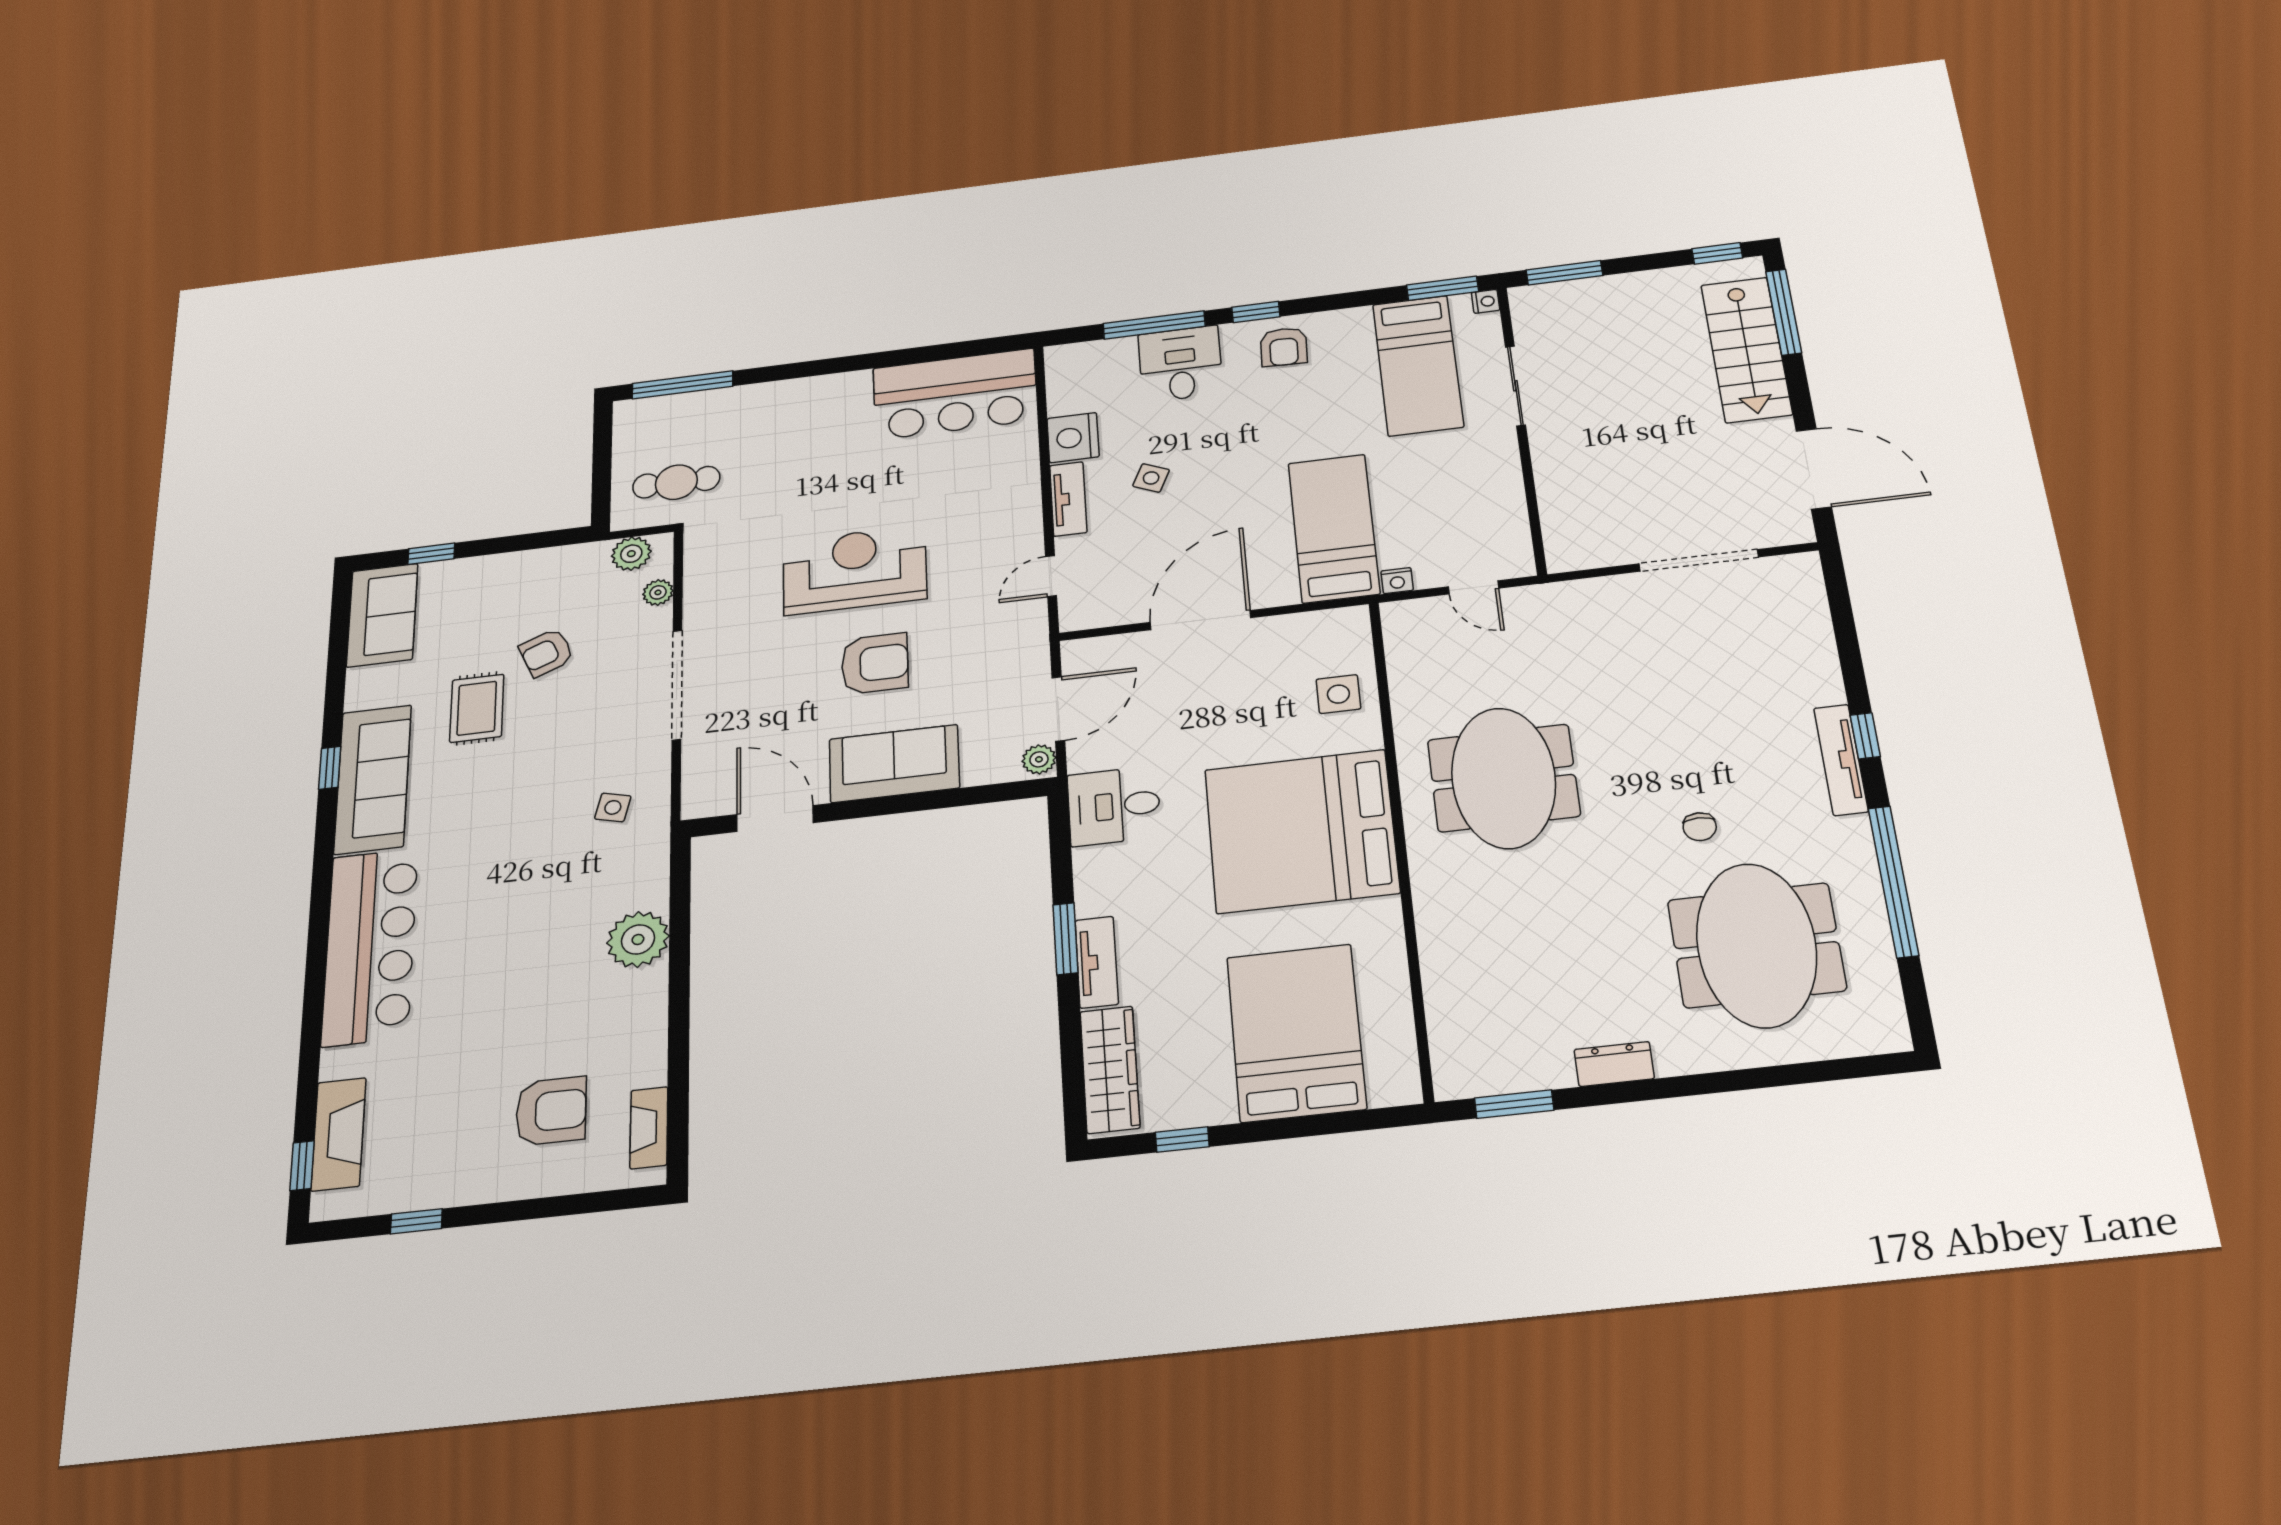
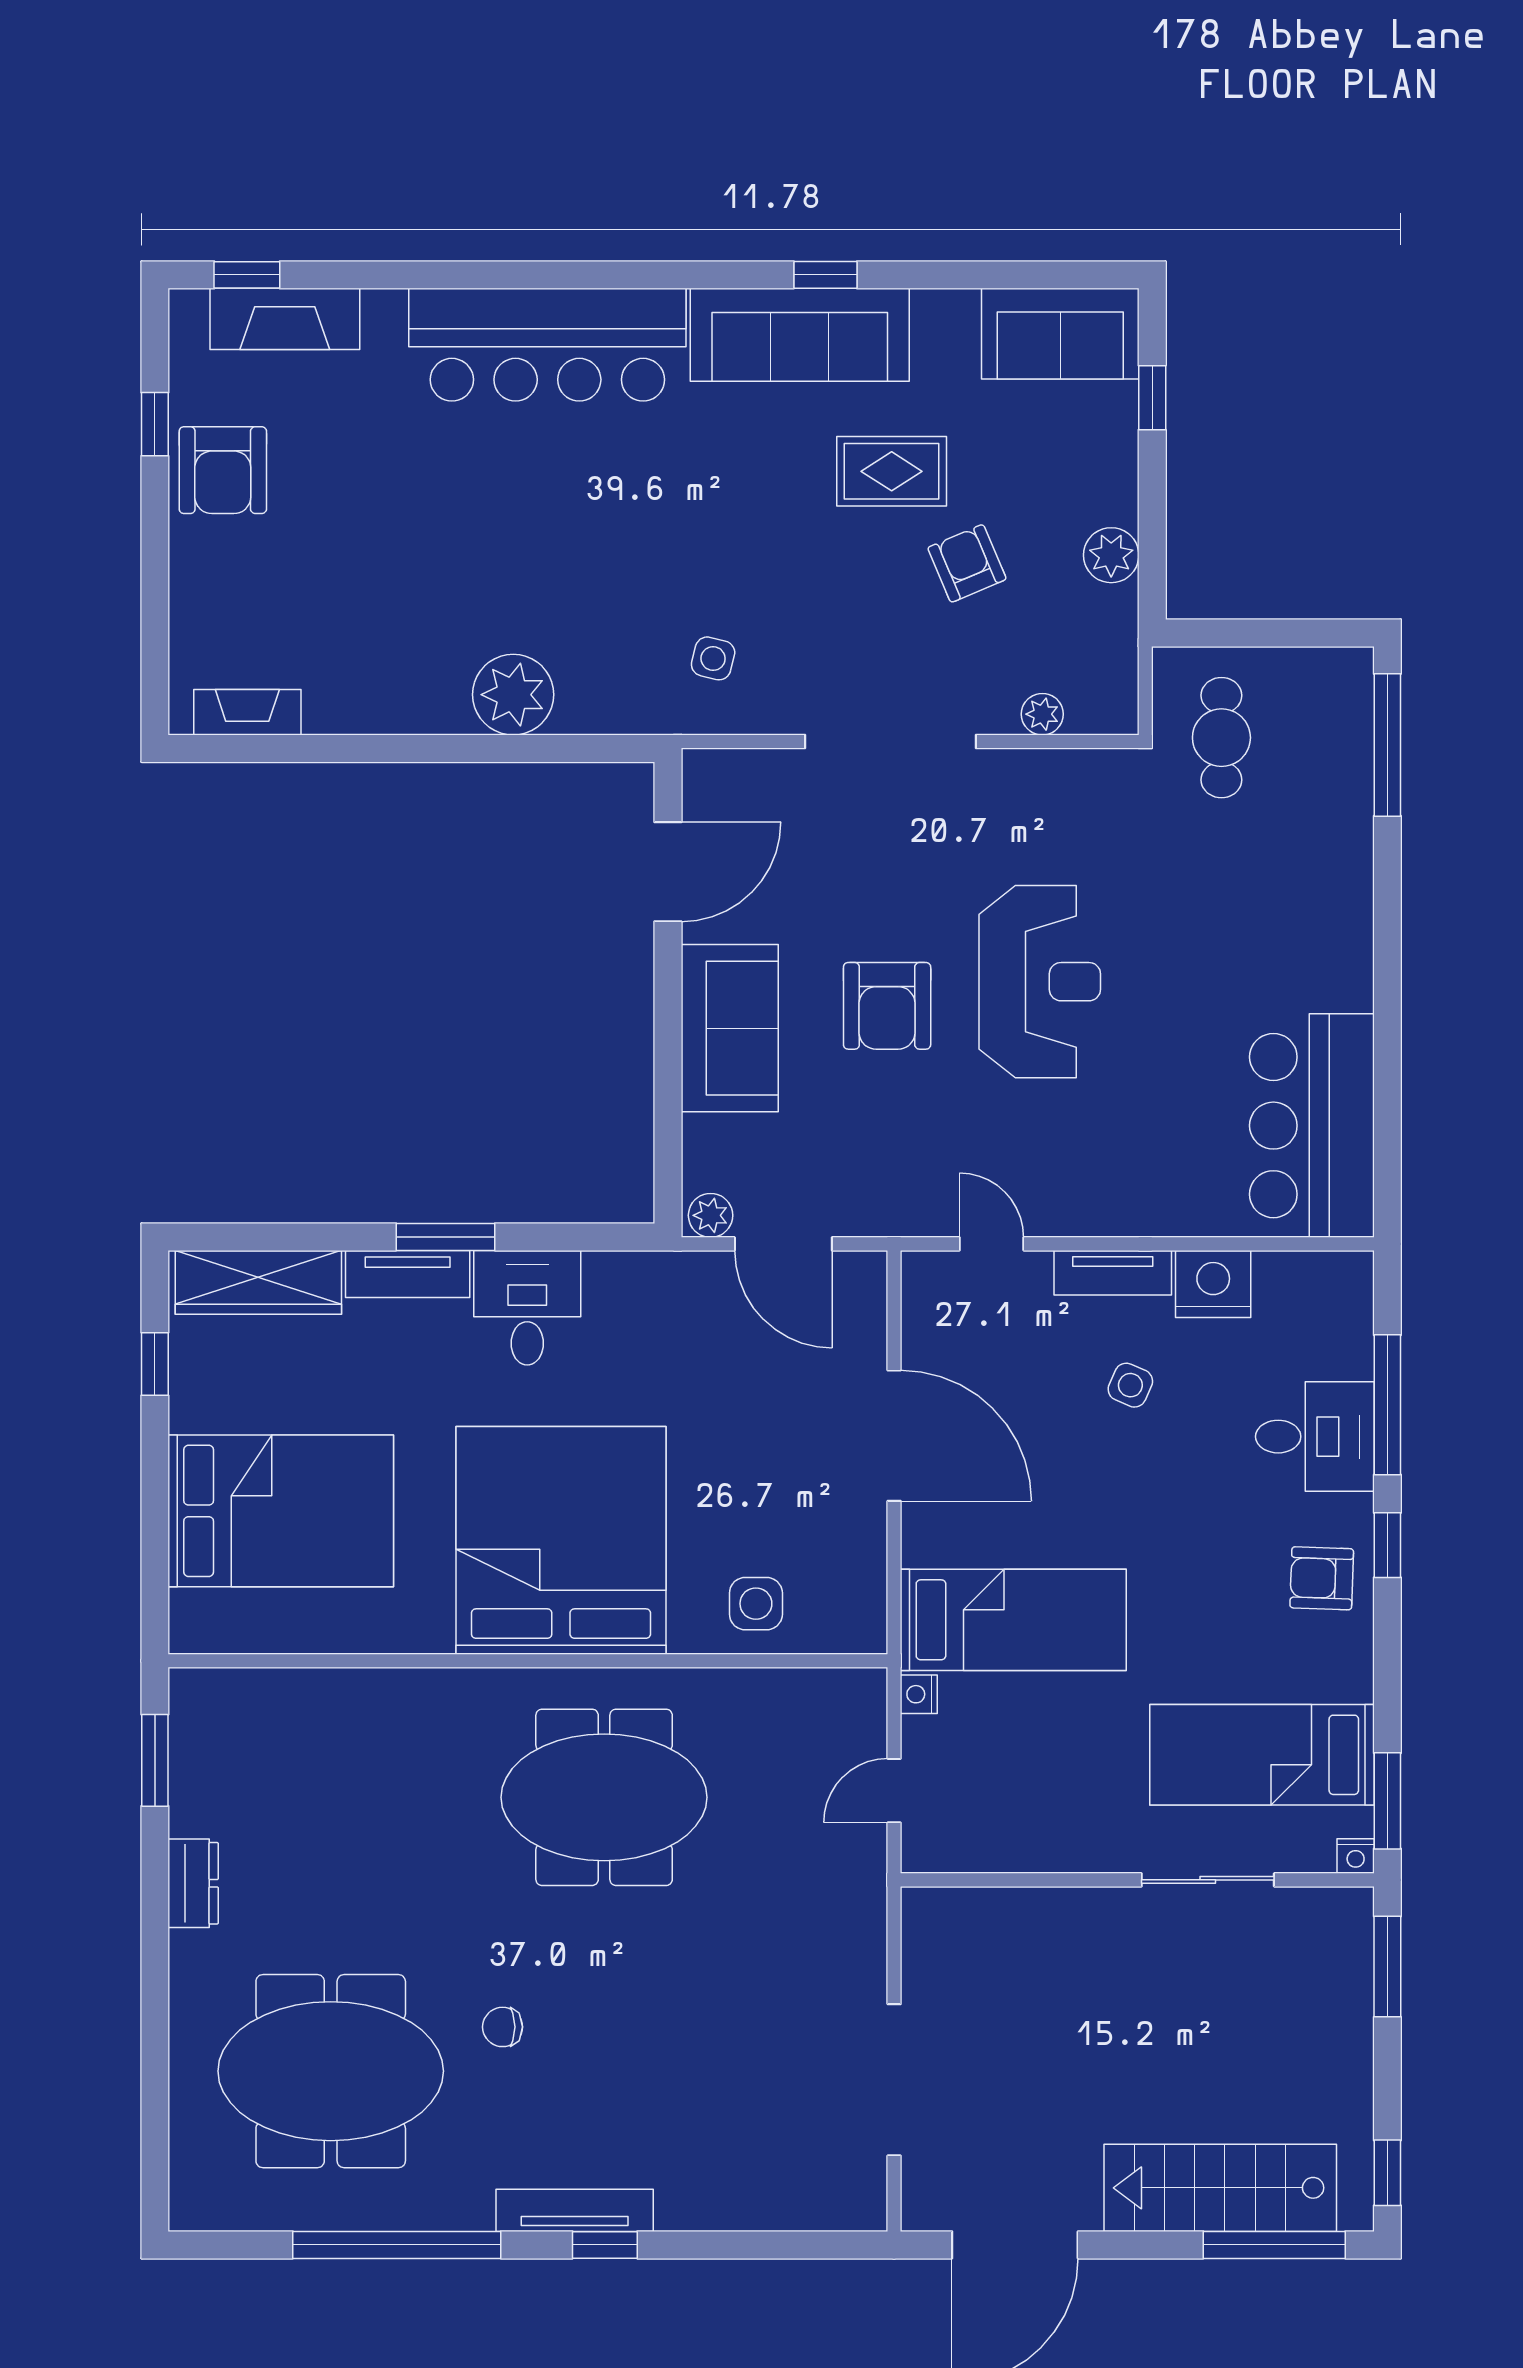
plant: (631, 554) -> (1111, 555), moved
desk: (1114, 806) -> (527, 1308), moved
armchair: (551, 1111) -> (223, 470), moved

